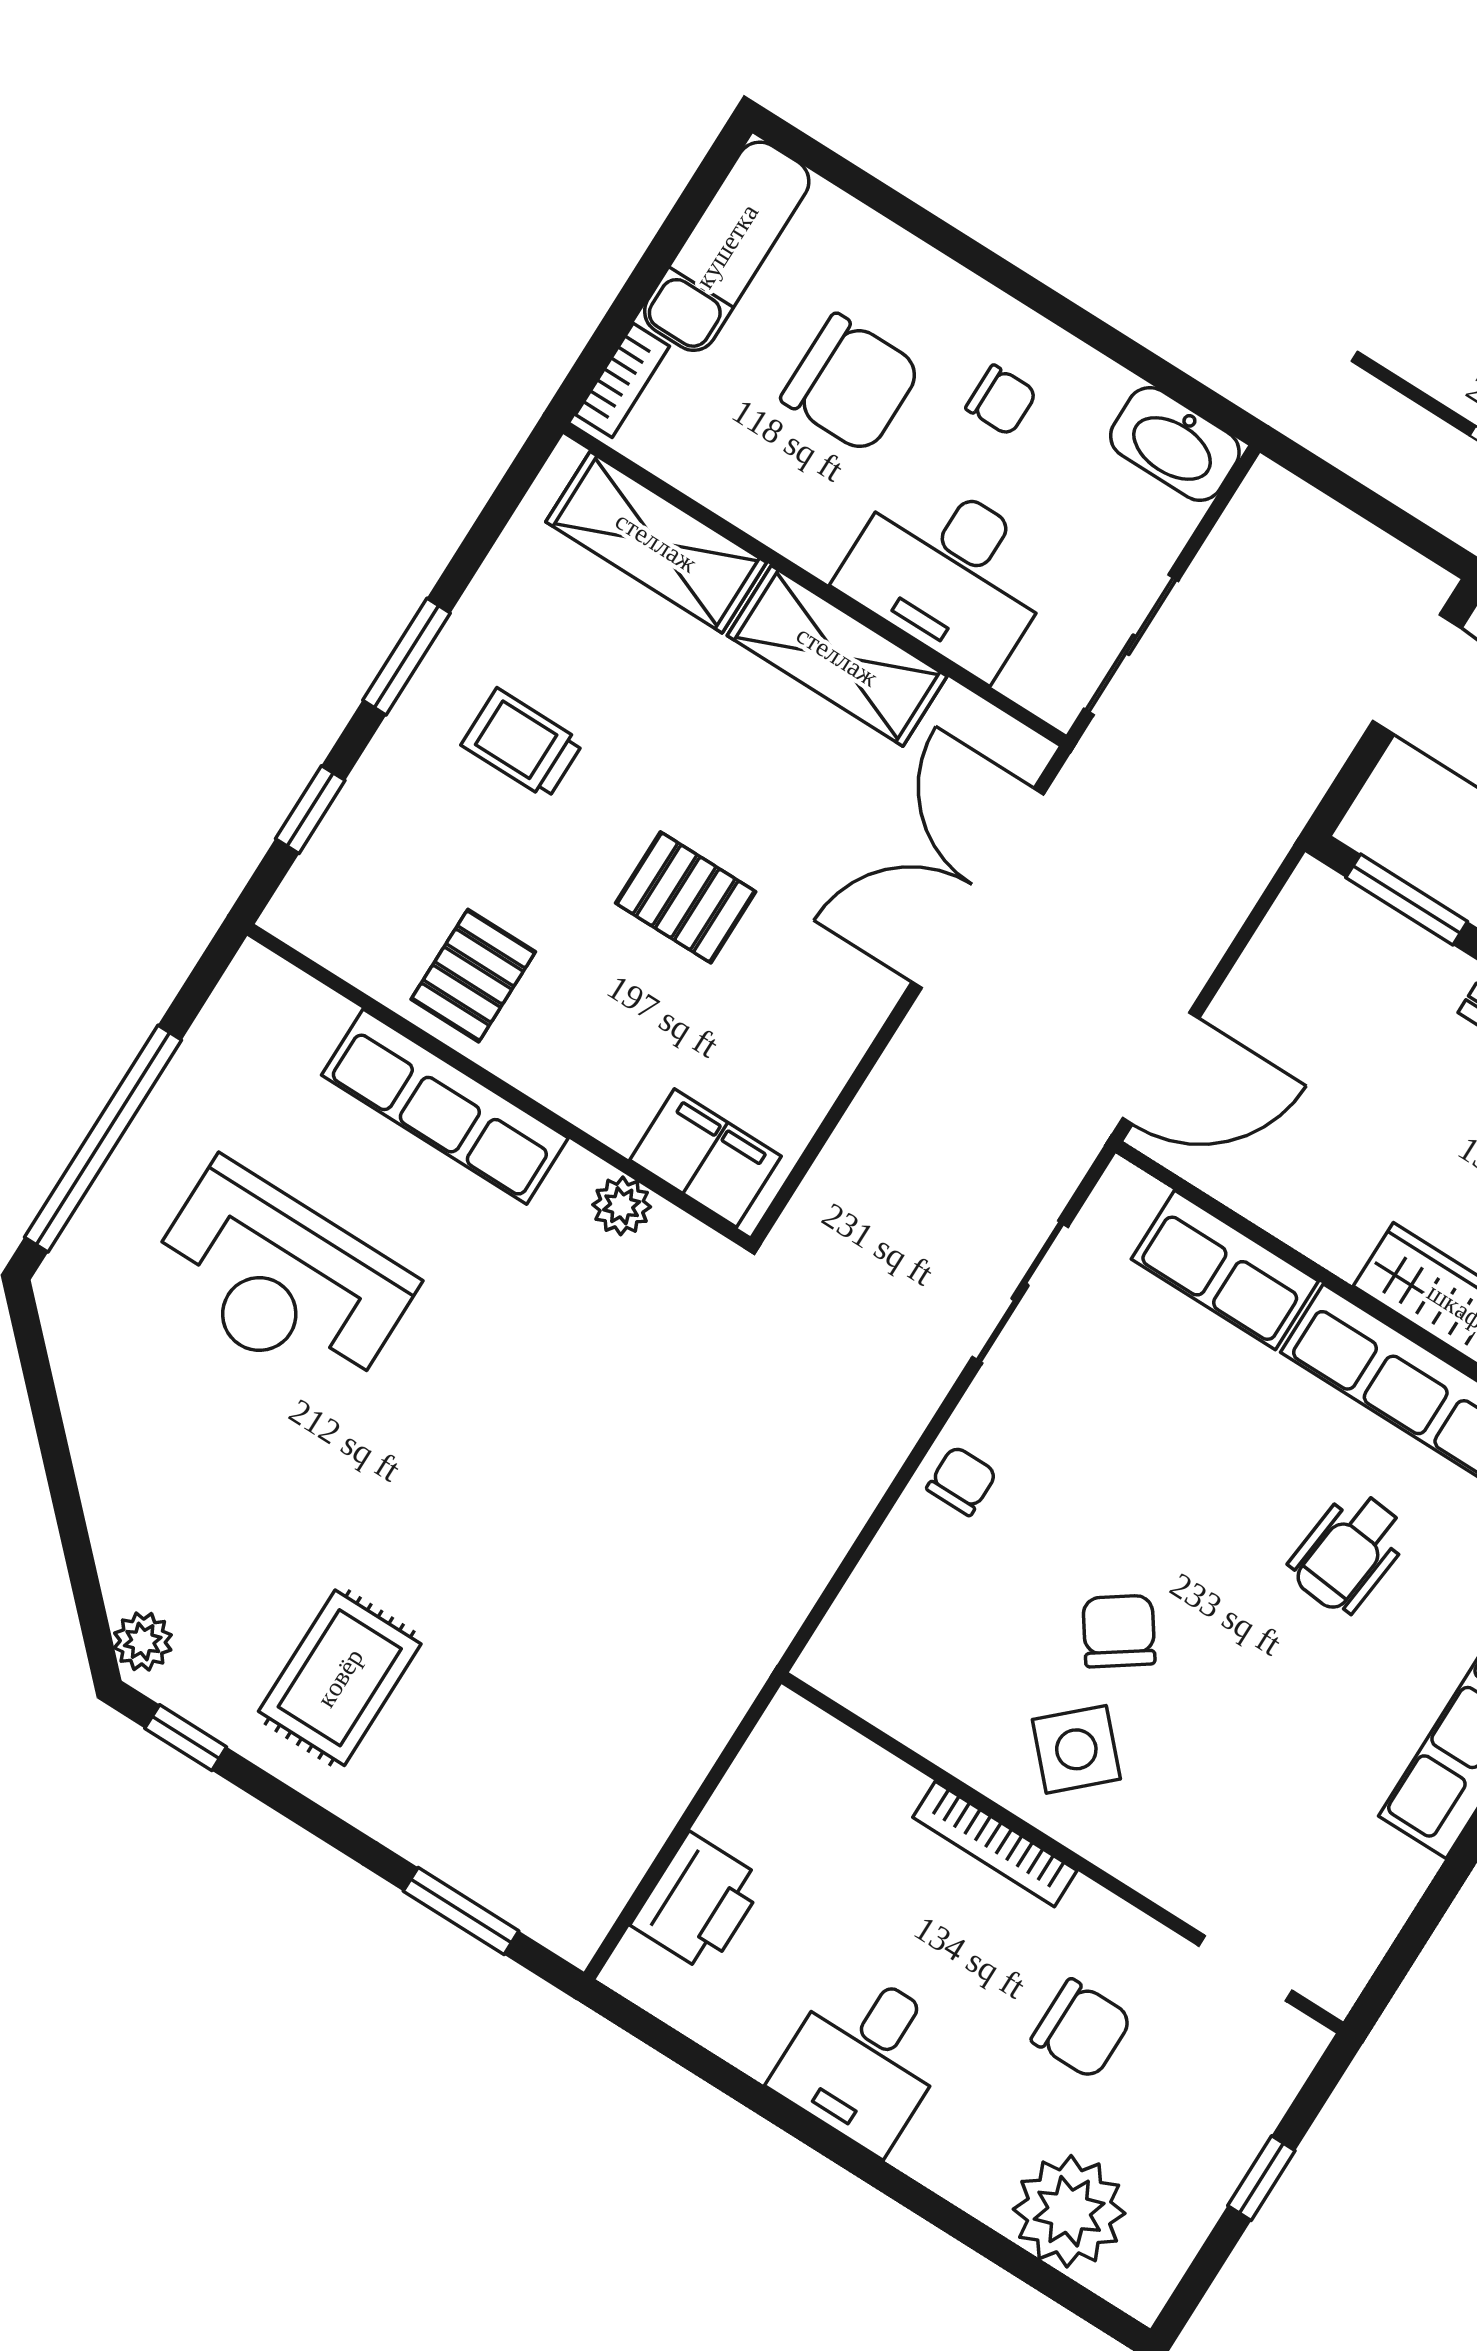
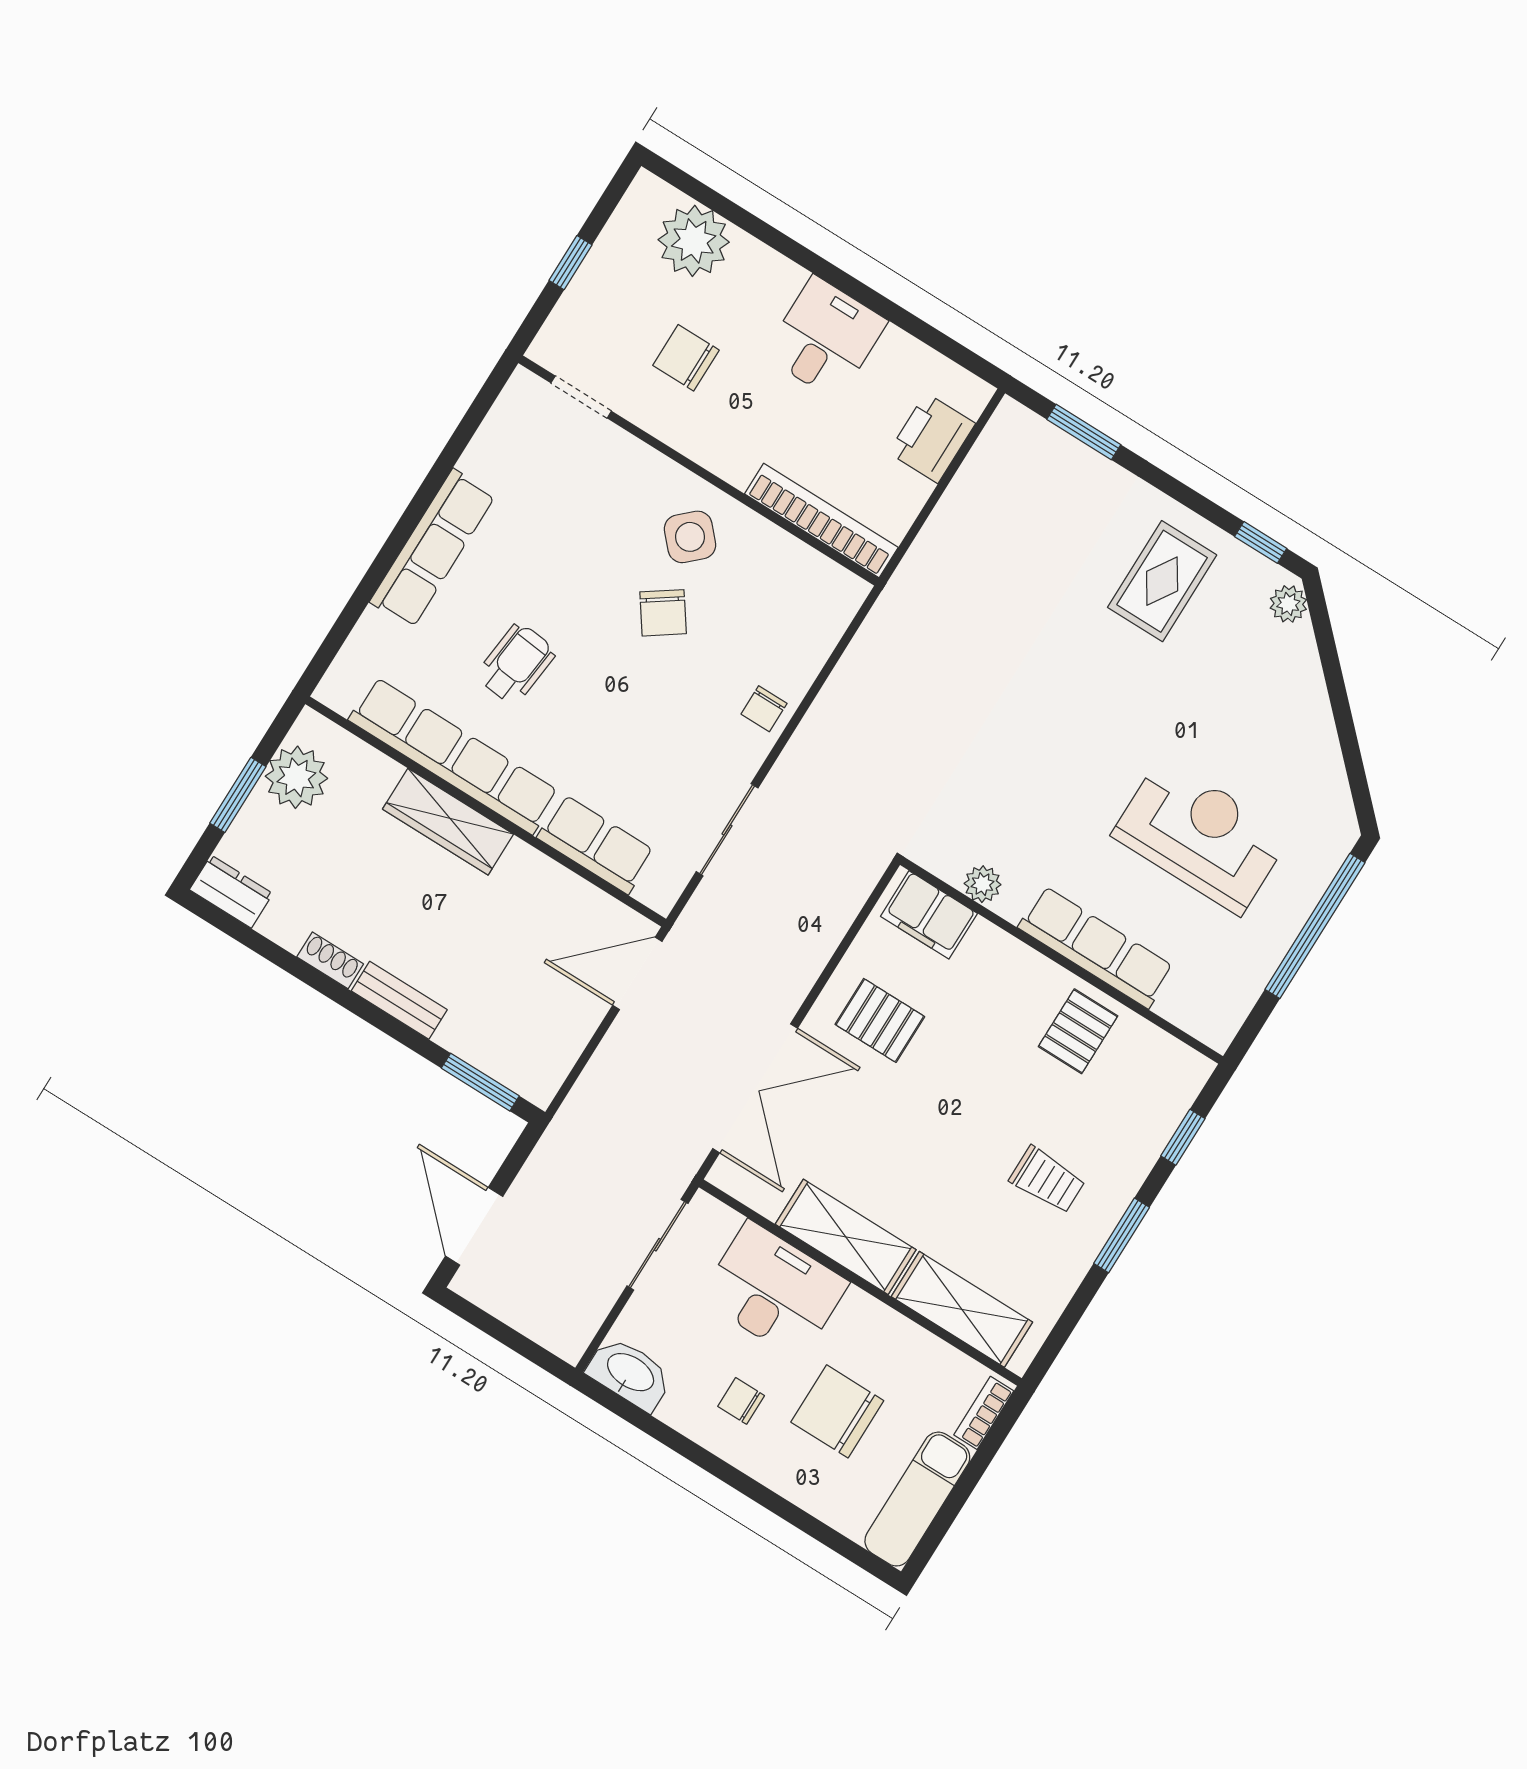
pallet: (686, 897) -> (880, 1020), moved
bookcase: (995, 1844) -> (821, 521), moved, width x1.48, depth x1.31

